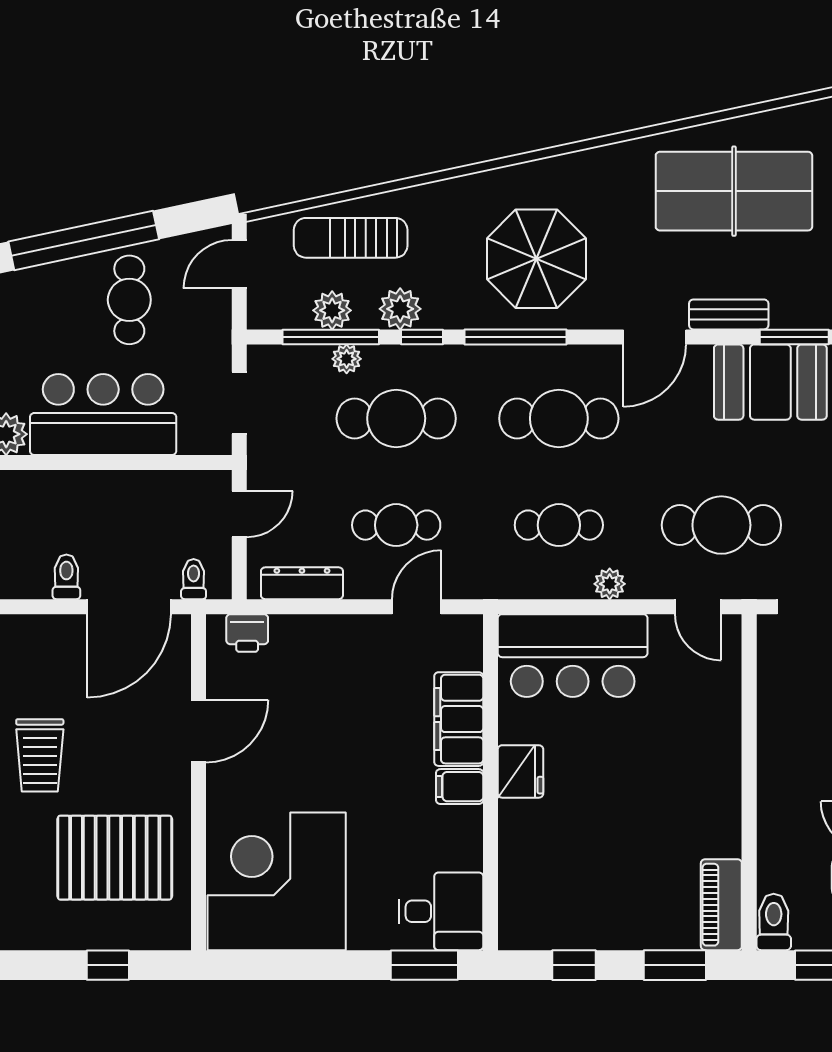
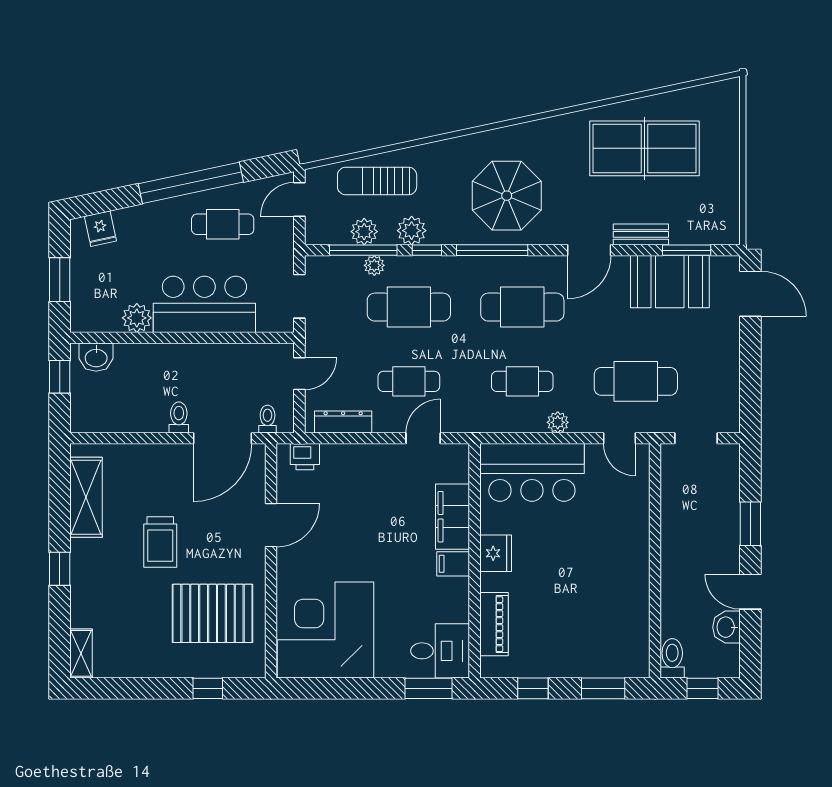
cafe table: (129, 300) -> (223, 224), turned 90
piano: (721, 905) -> (494, 624), moved, turned 180

